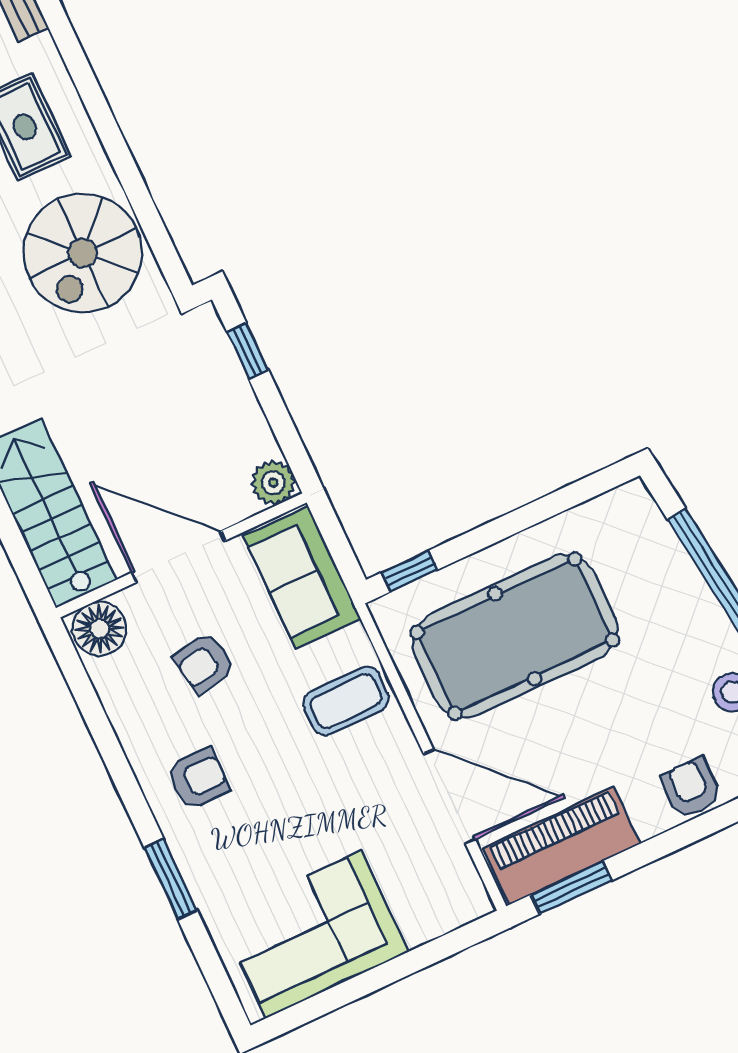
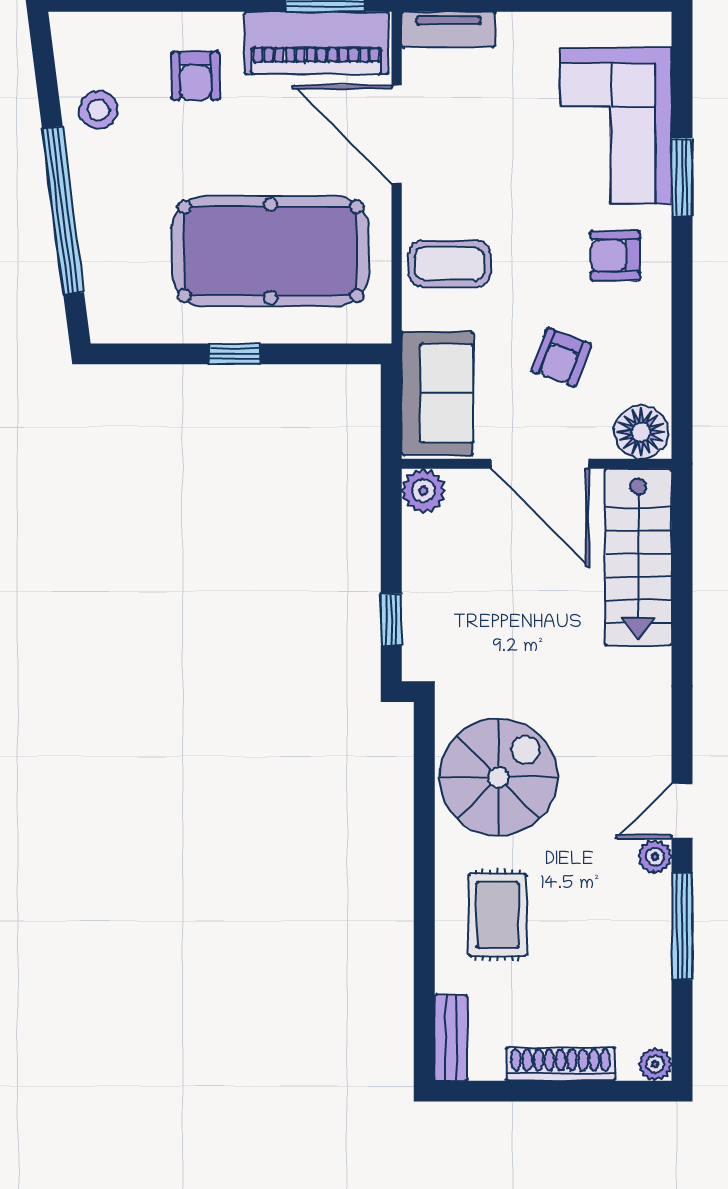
window: (409, 571) -> (235, 354), moved
armchair: (204, 663) -> (561, 357), turned 122
armchair: (691, 788) -> (196, 76), moved
tv unit: (447, 914) -> (448, 29), added
corner sofa: (314, 934) -> (616, 126), moved, turned 90

